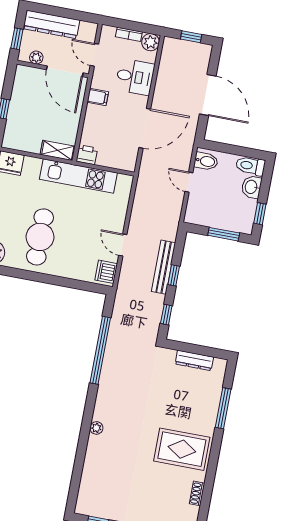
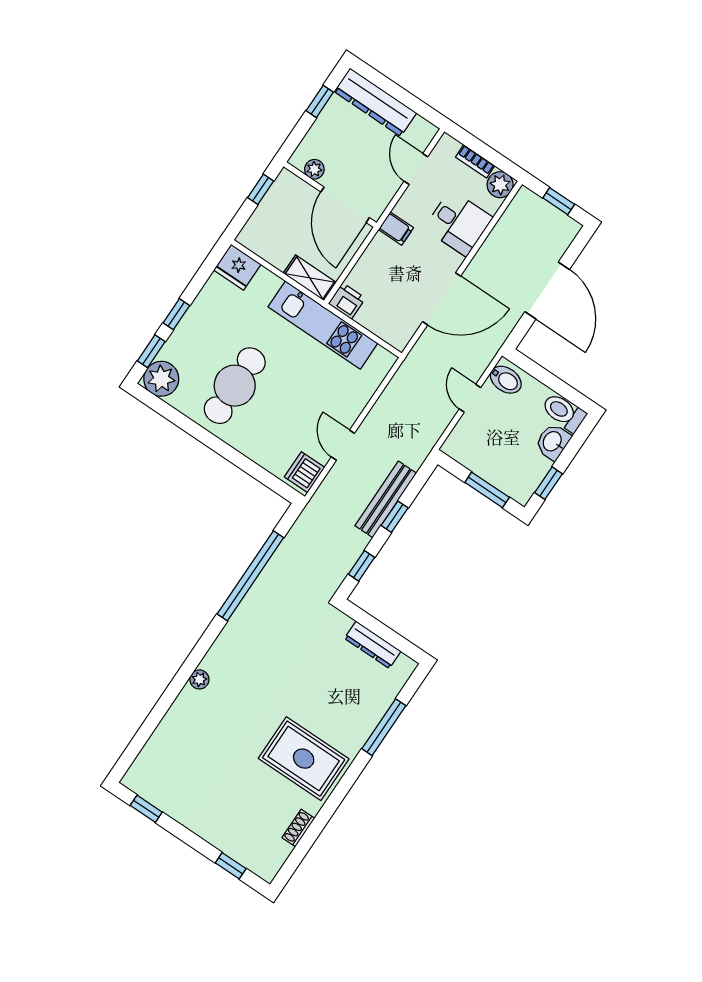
plant: (36, 58) -> (314, 169), moved
wall: (53, 69) -> (330, 195), moved
door: (65, 71) -> (345, 205), moved

